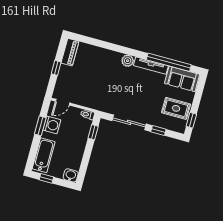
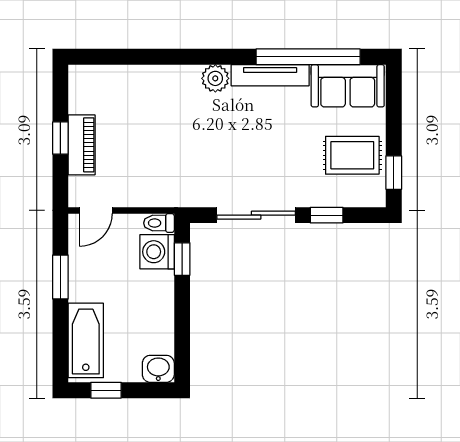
piano: (70, 52) -> (82, 145), moved
washing machine: (52, 125) -> (157, 252), moved, turned 180

